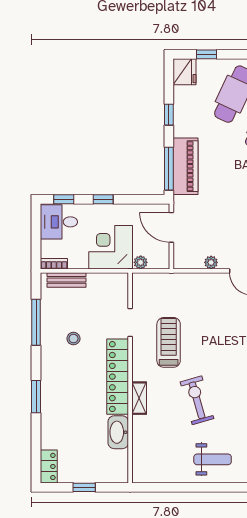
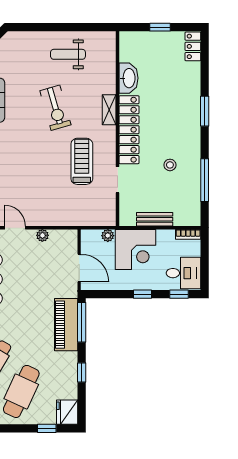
bench: (66, 280) -> (155, 219), moved
treadmill: (169, 342) -> (82, 161), turned 180
weight bench: (213, 459) -> (68, 54), moved

